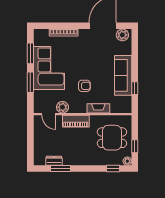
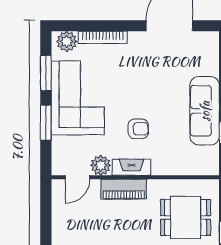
plant: (122, 35) -> (67, 41), moved
fireplace: (98, 108) -> (131, 167), moved
door: (49, 114) -> (77, 177), hinge flipped

